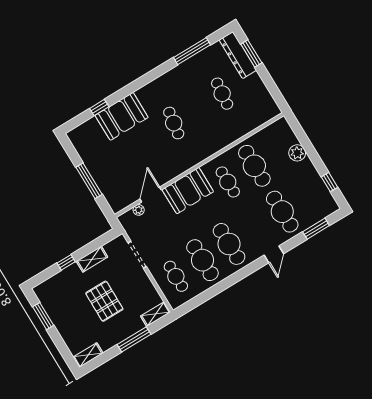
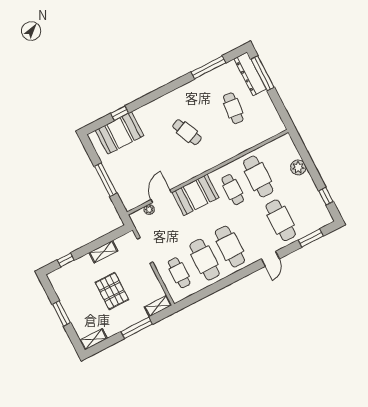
window: (251, 53) -> (263, 73), width x1.44
booth: (122, 116) -> (119, 133), moved
cafe table: (174, 123) -> (187, 132), turned -33
window: (66, 262) -> (66, 260), moved
window: (43, 316) -> (61, 313), moved

